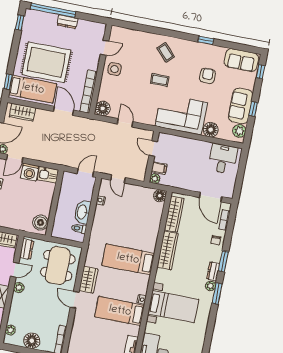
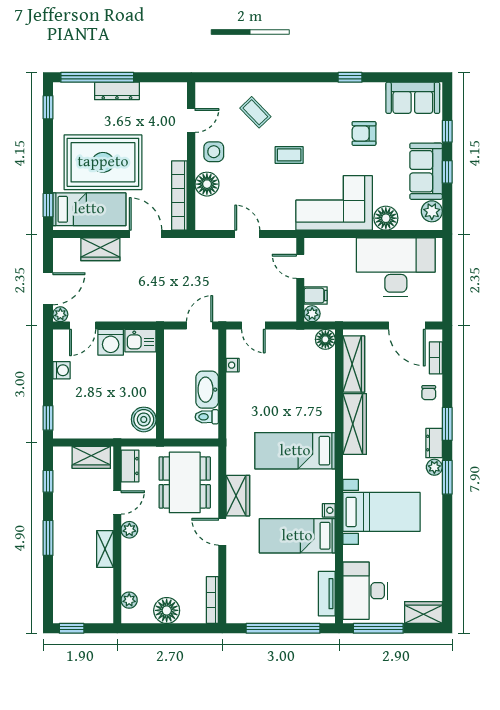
dresser: (67, 22) -> (117, 91), width x1.44
coffee table: (166, 52) -> (255, 112), moved
window: (261, 72) -> (447, 131), moved
armchair: (208, 76) -> (364, 133), turned -90
floor lamp: (103, 108) -> (207, 184), moved
wardrobe: (22, 112) -> (100, 249), moved
desk: (223, 159) -> (396, 267), width x1.87, depth x1.30

